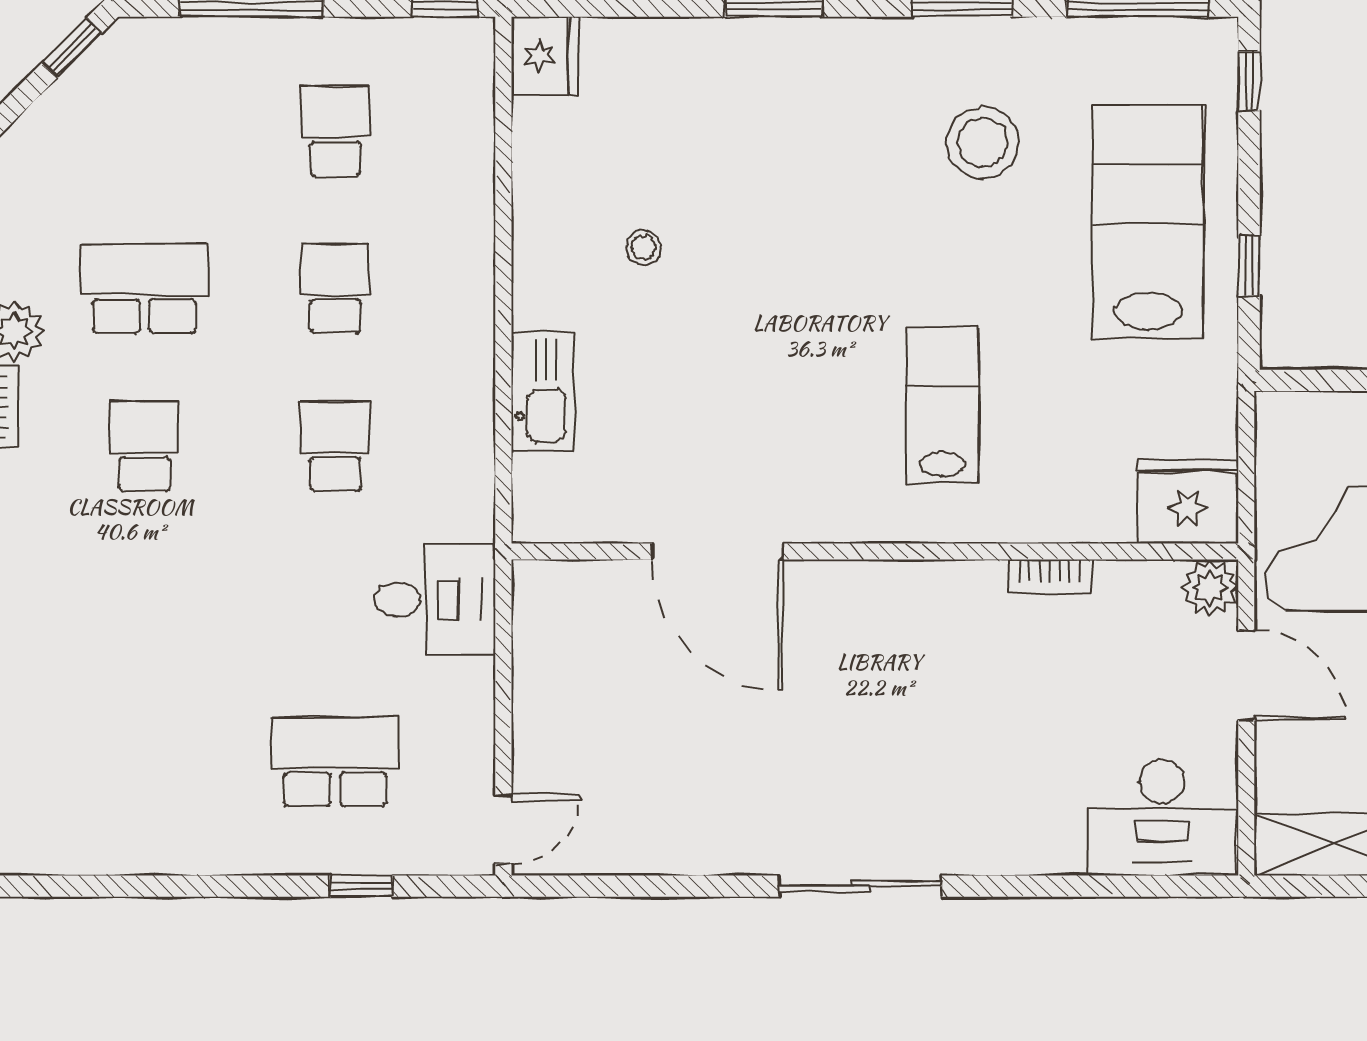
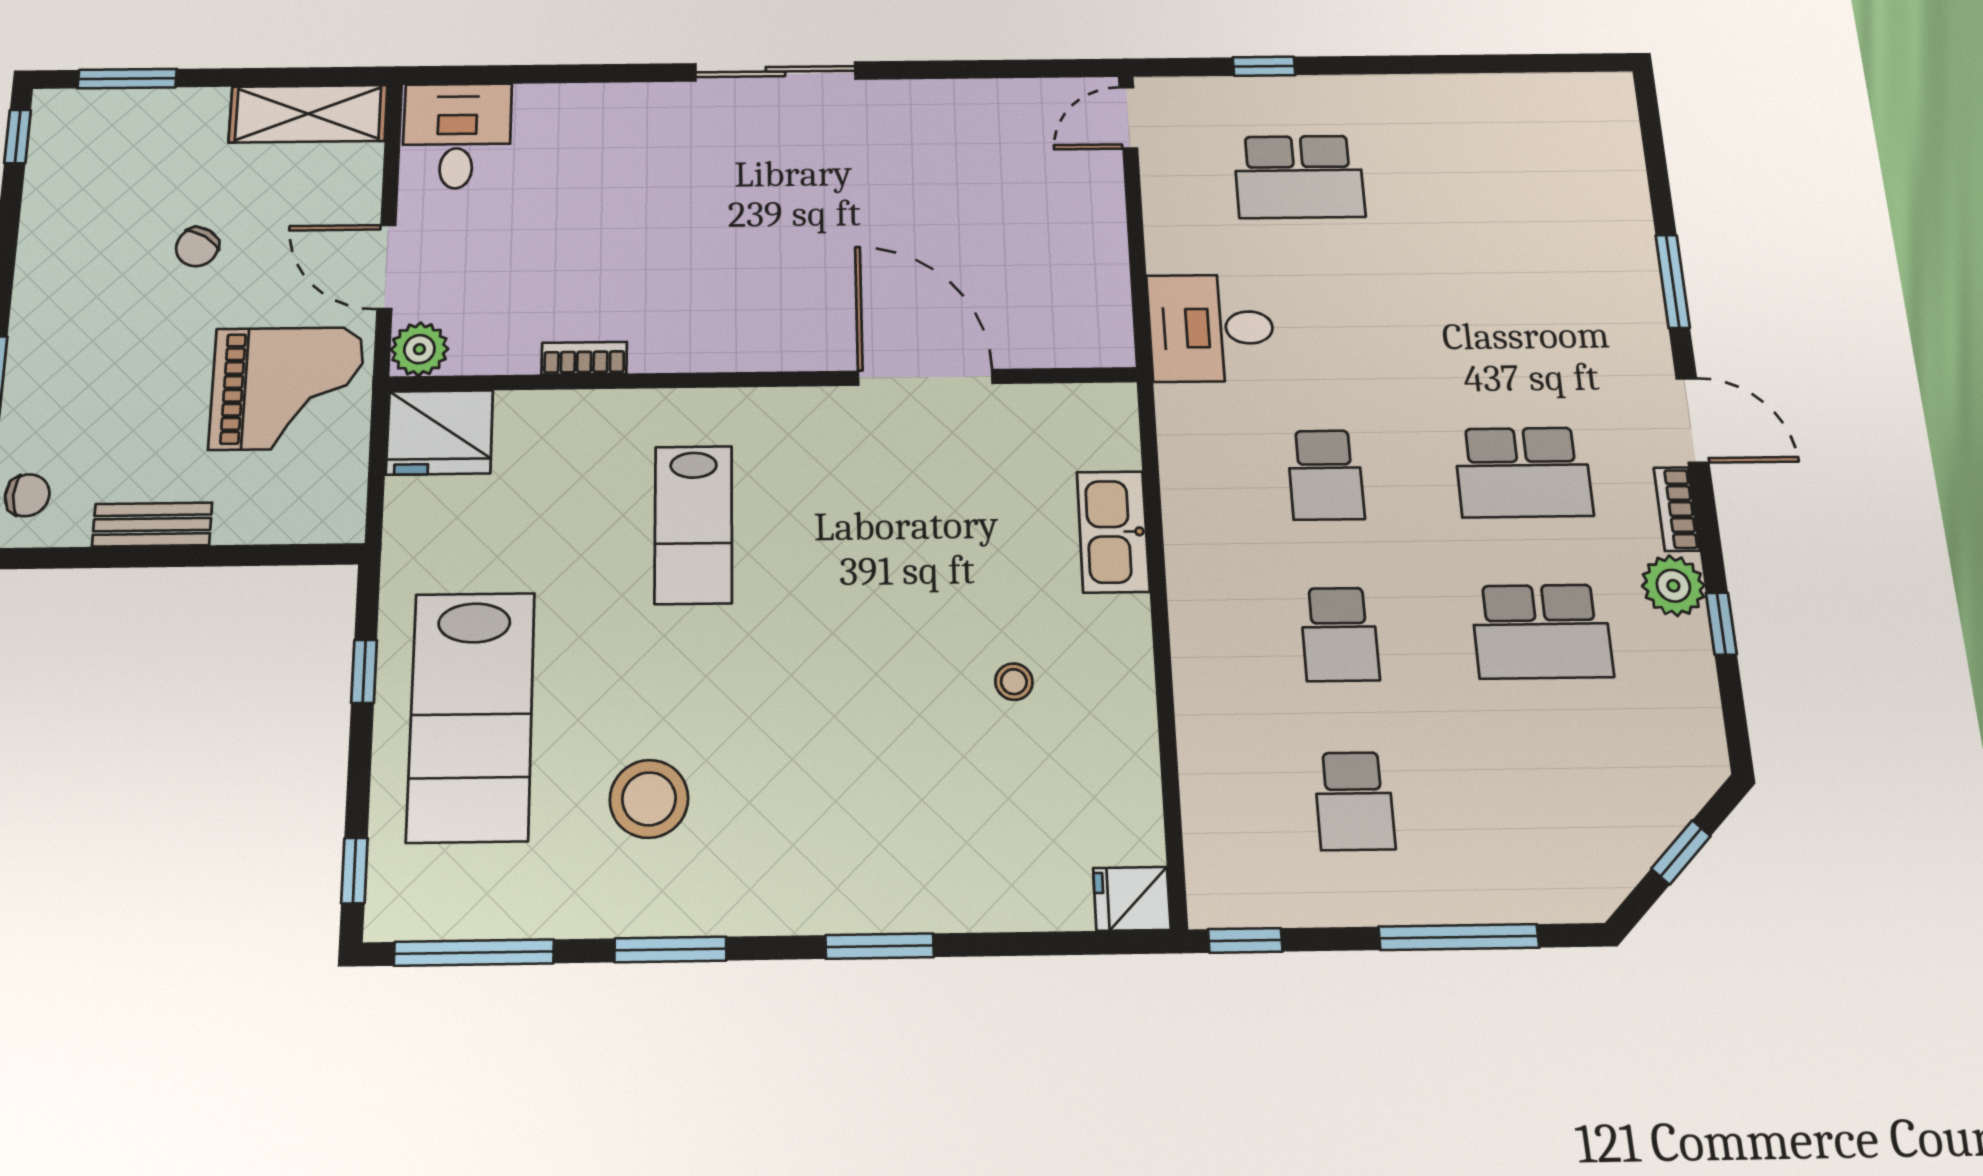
window: (72, 47) -> (1681, 852), moved
fridge: (545, 56) -> (1132, 899), width x0.72
school desk: (144, 446) -> (1523, 472), width x1.85
desk: (1162, 818) -> (457, 136), width x0.73

